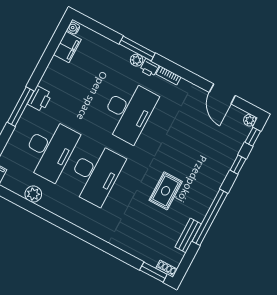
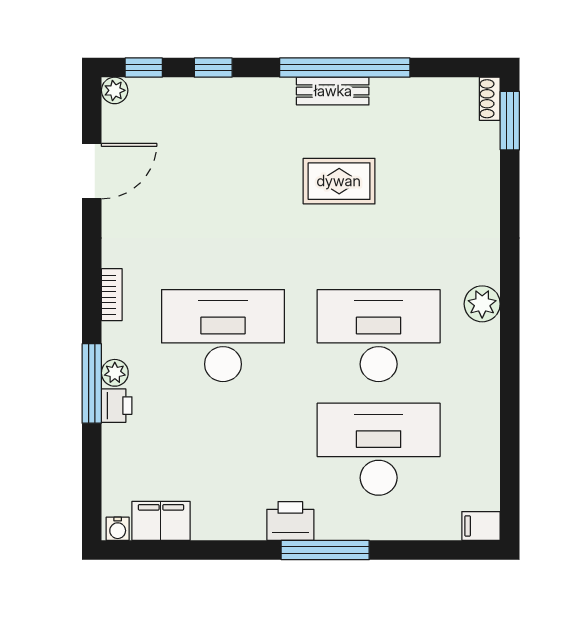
printer: (149, 68) -> (117, 406), moved
plant: (33, 194) -> (482, 304), moved
bench: (188, 235) -> (333, 91), moved

